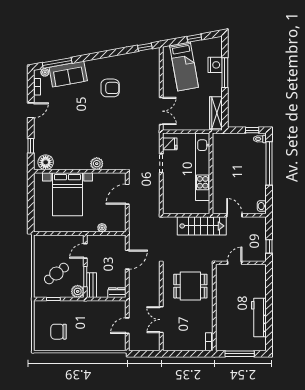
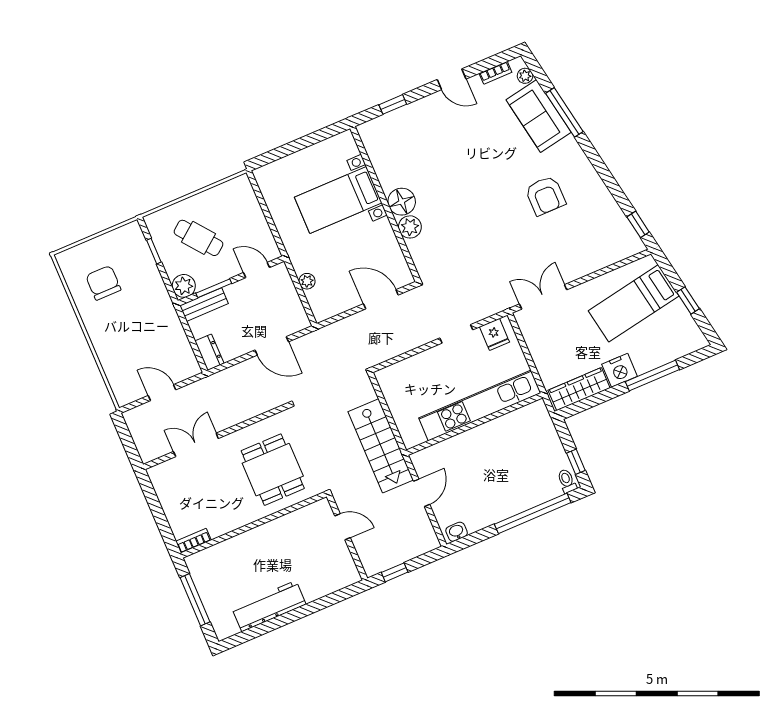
window: (57, 63) -> (564, 112), moved
nightstand: (215, 65) -> (620, 370), moved
double door: (161, 111) -> (543, 297), swing flipped
floor lamp: (46, 162) -> (402, 202), moved
bed with nightstands: (67, 194) -> (338, 200), width x0.73

